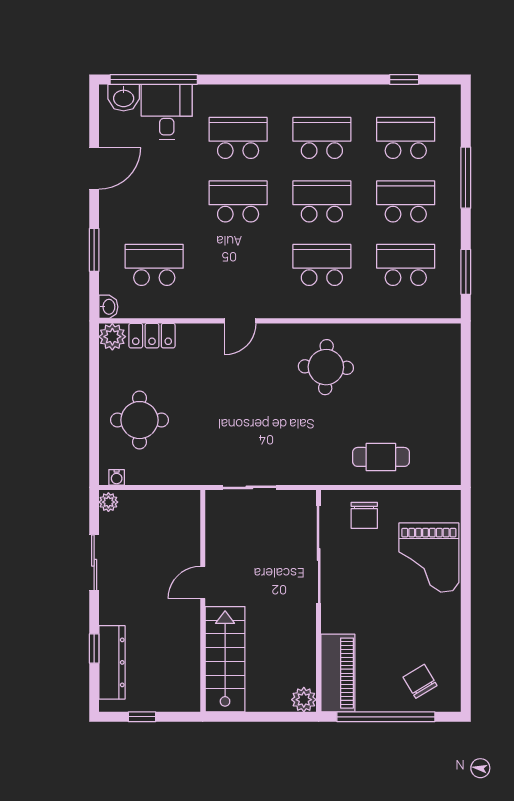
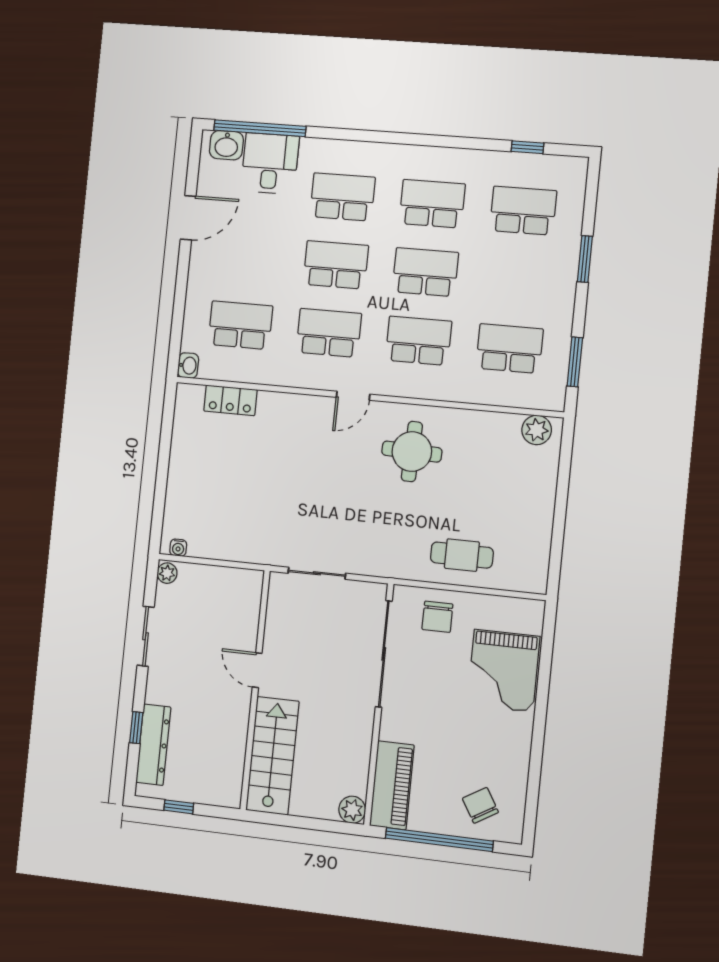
window: (466, 178) -> (585, 259), width x0.69
school desk: (406, 201) -> (329, 333), moved
window: (94, 250) -> (179, 304), removed
door: (240, 321) -> (353, 396), moved
plant: (112, 337) -> (537, 430), moved
round table: (139, 420) -> (208, 489), removed
door: (203, 582) -> (257, 670), hinge flipped

